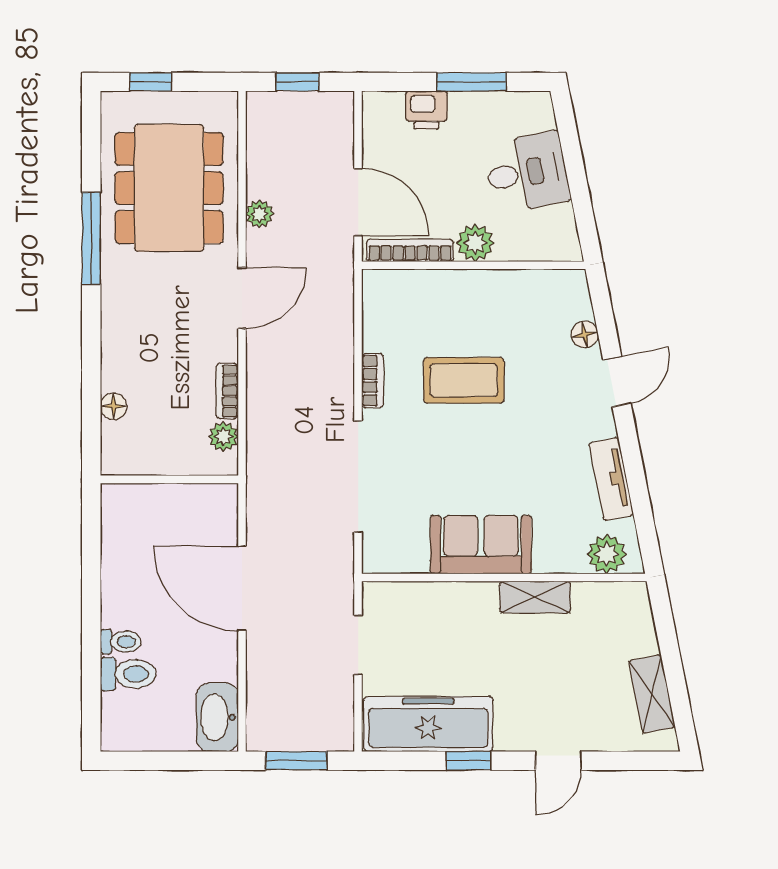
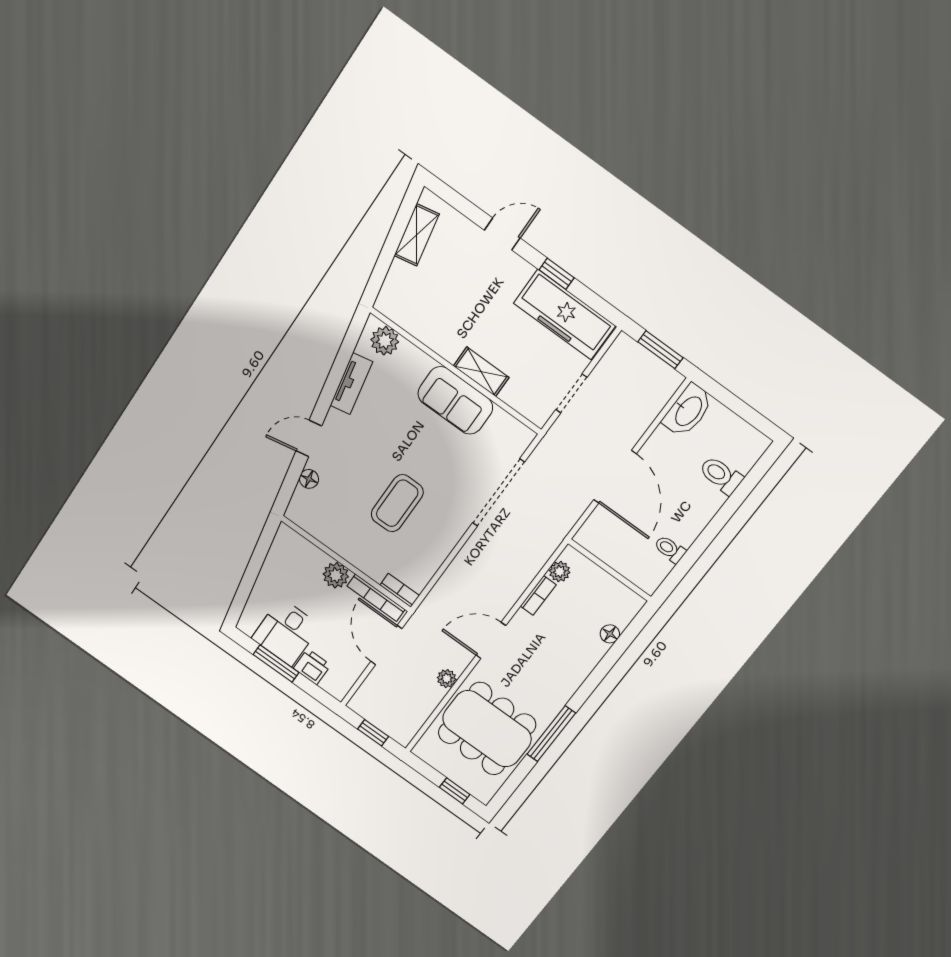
desk: (527, 172) -> (286, 632), moved, turned -79
dining table: (169, 188) -> (487, 729), turned 90
coffee table: (464, 380) -> (397, 503), turned 90
bookcase: (373, 381) -> (400, 590), moved, turned 90
shelving: (535, 597) -> (481, 372), moved
toilet: (121, 642) -> (670, 549), moved

